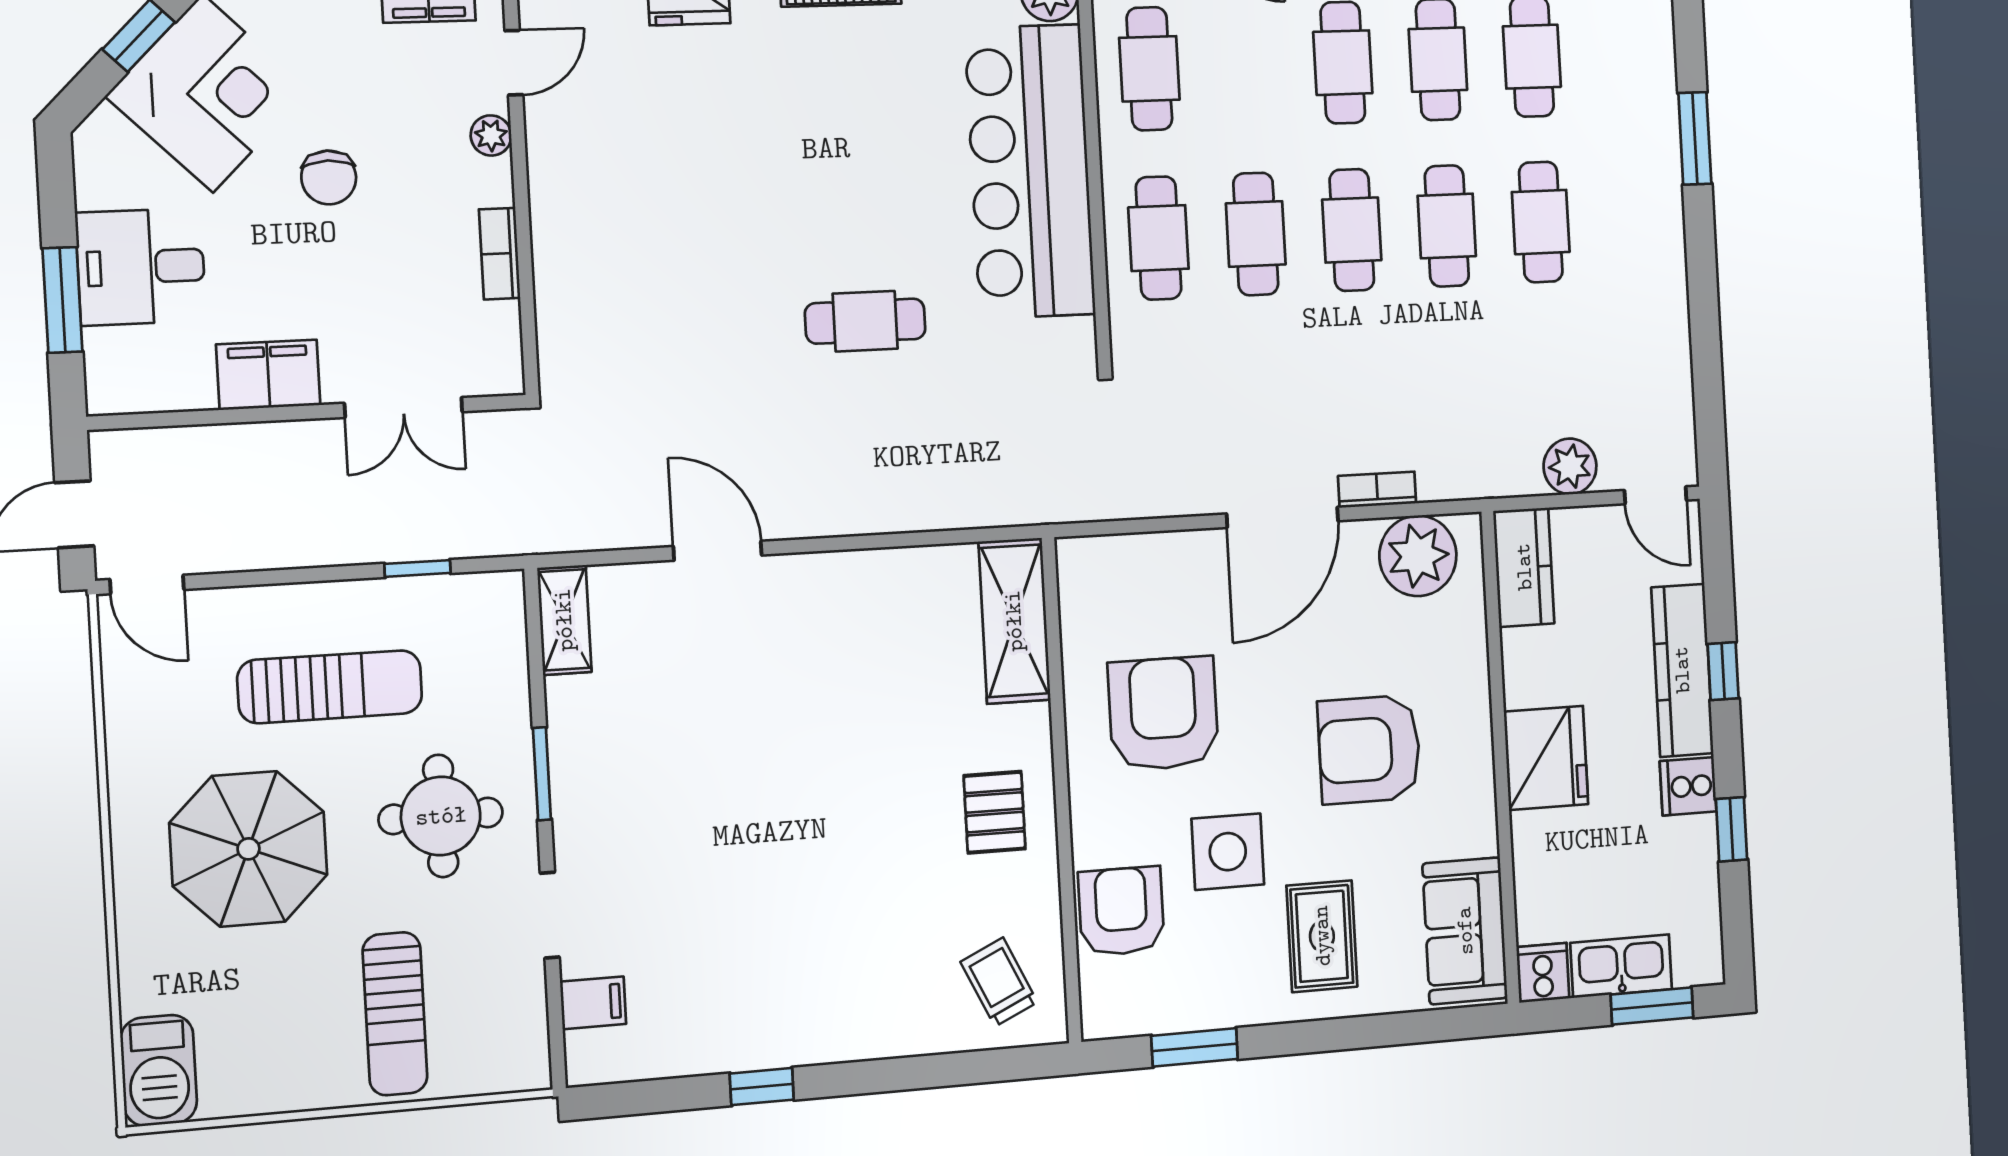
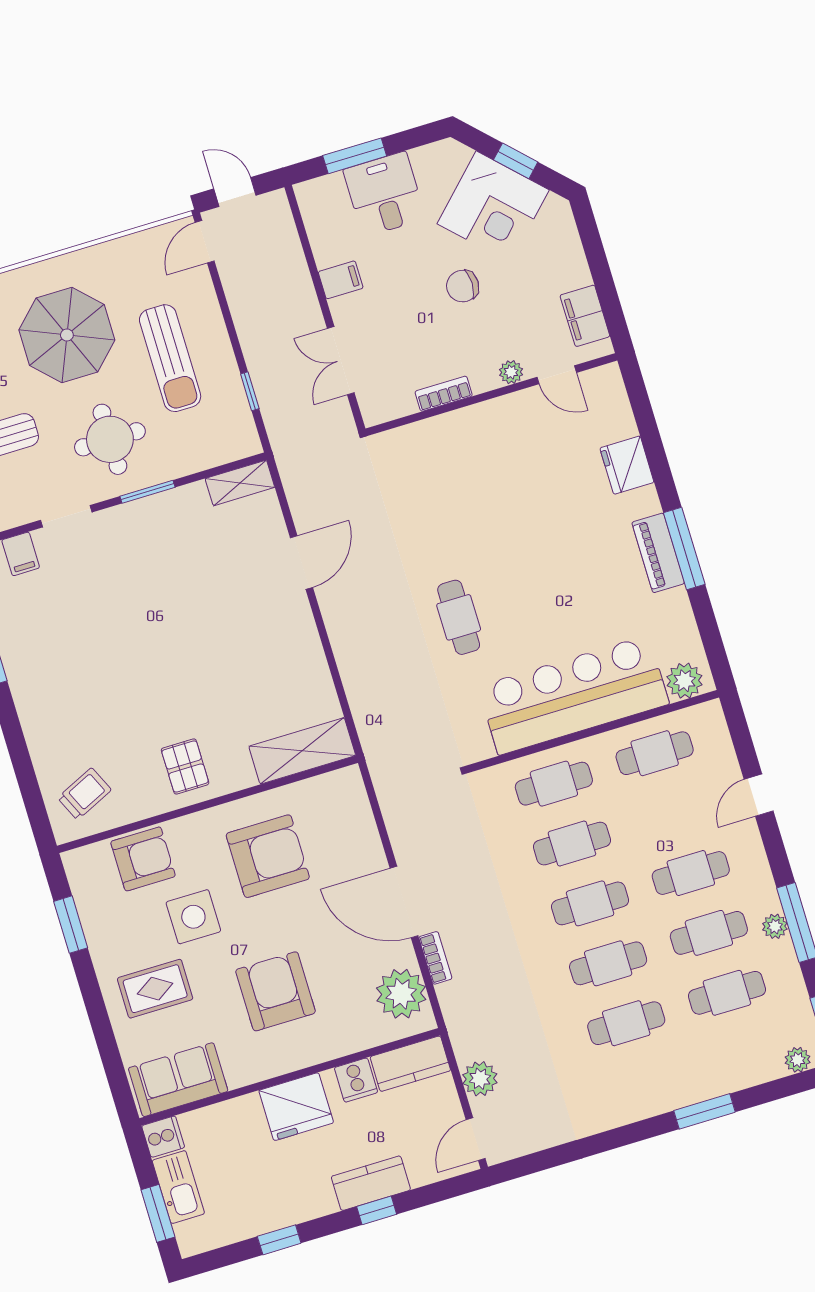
filing cabinet: (268, 375) -> (341, 280), width x0.50
kitchen counter: (1682, 670) -> (371, 1183), width x0.67
cooker: (1688, 786) -> (356, 1080), moved, turned 180
pallet: (995, 812) -> (185, 766), turned 90

